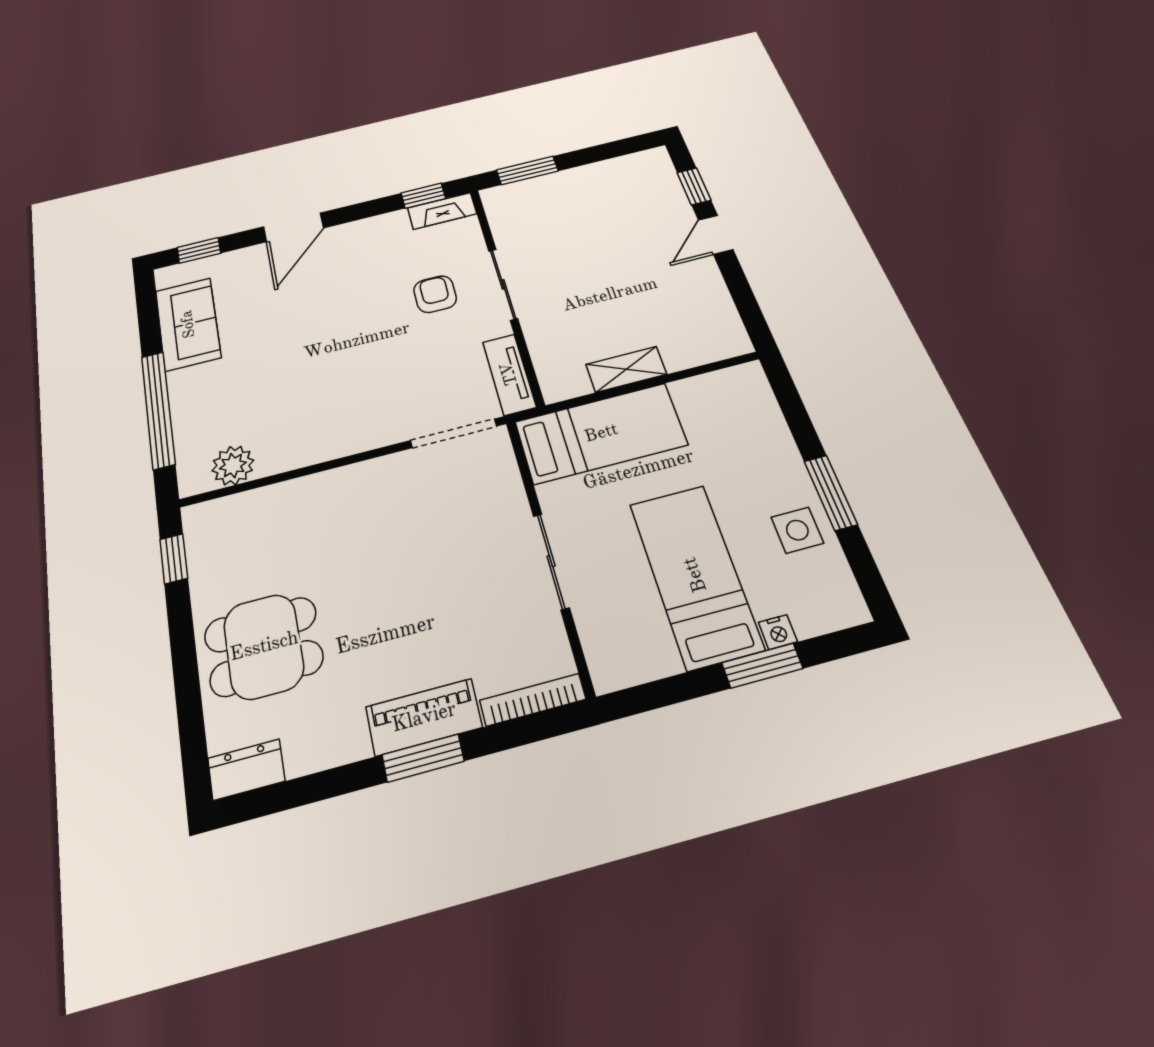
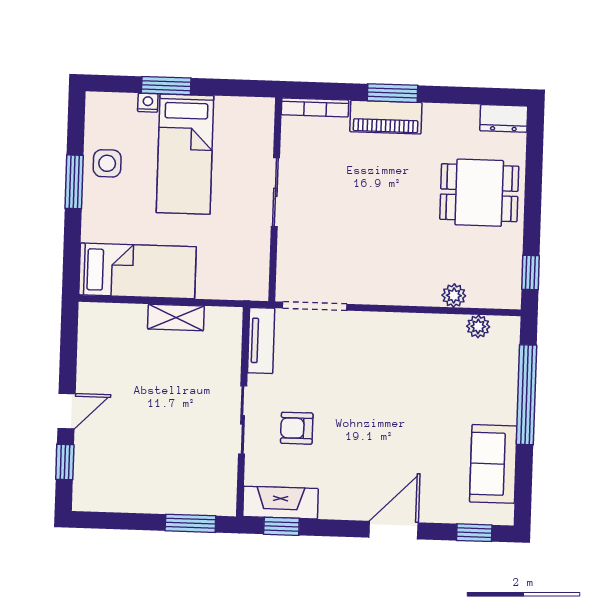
fireplace: (442, 211) -> (280, 503), width x1.37, depth x1.32
armchair: (435, 294) -> (297, 428), turned 90
bed: (601, 433) -> (137, 271), moved, turned 180
plant: (233, 465) -> (478, 326), width x0.73, depth x0.73
plant: (273, 499) -> (454, 295), added

